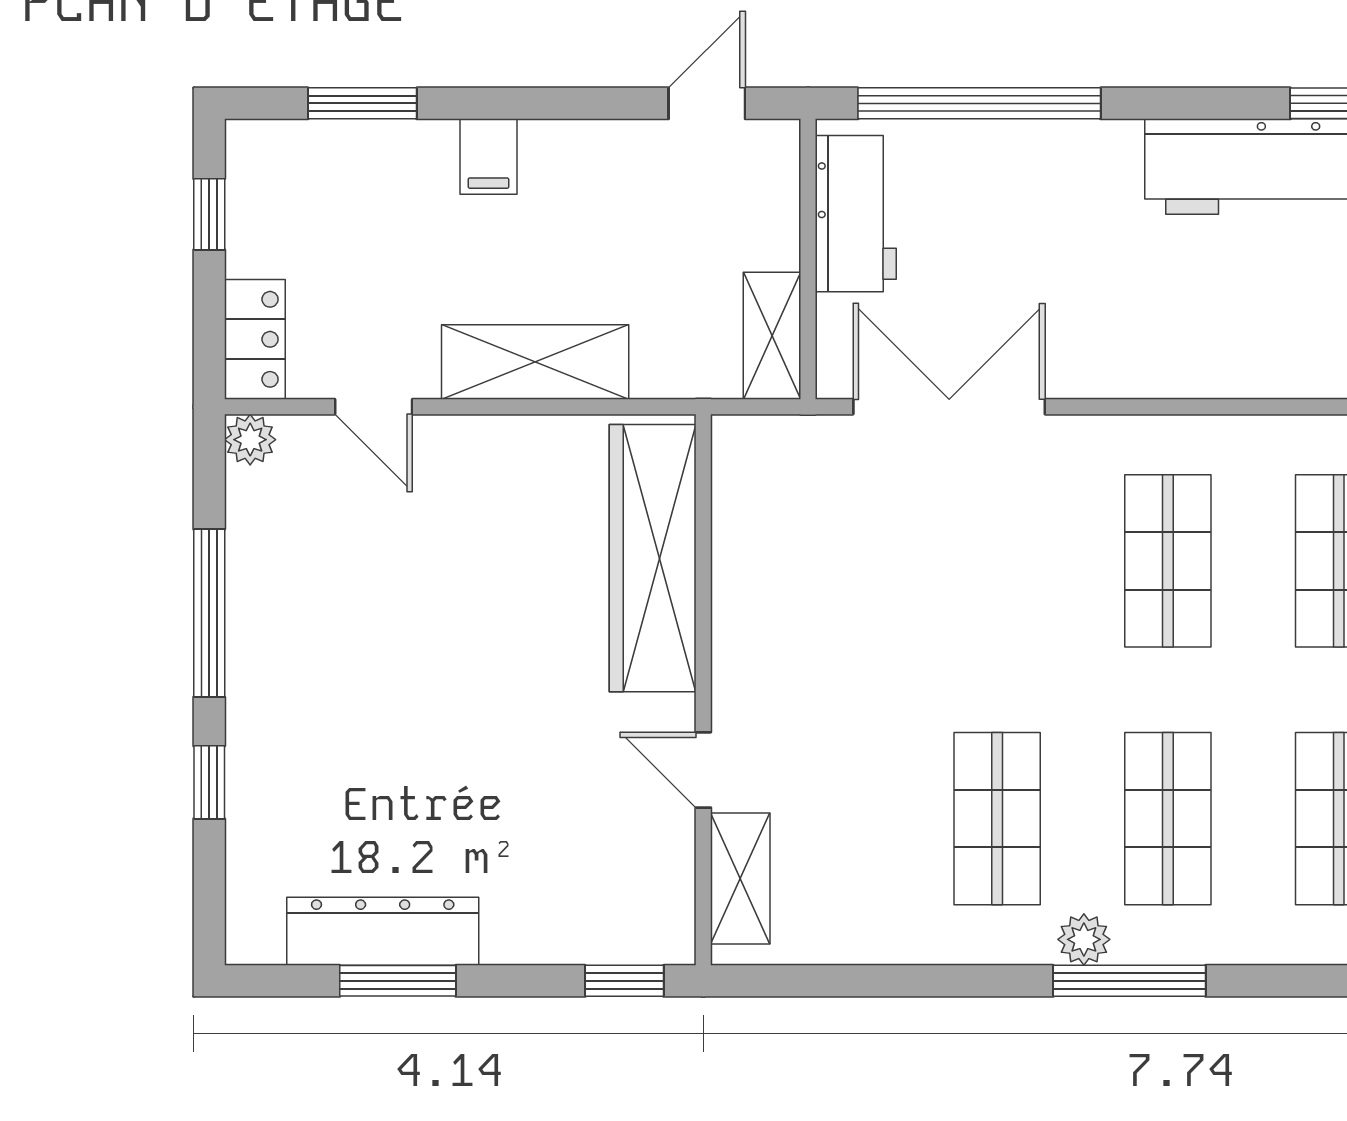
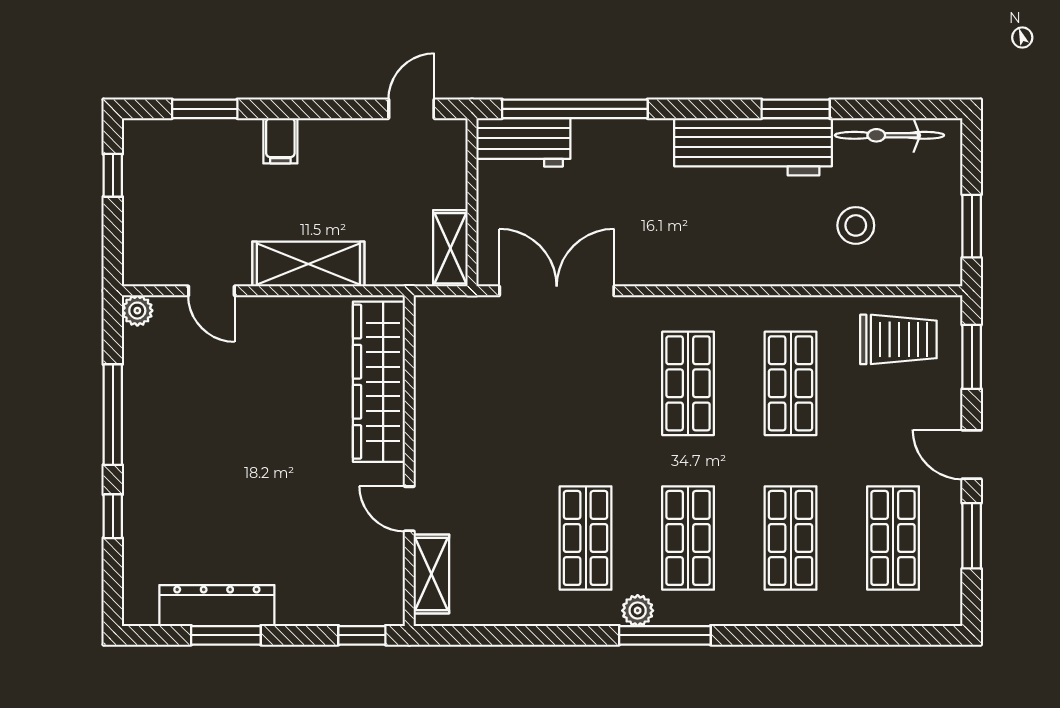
workbench: (856, 214) -> (523, 142), moved, turned 90
locker: (255, 339) -> (140, 250), removed

